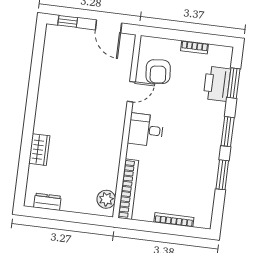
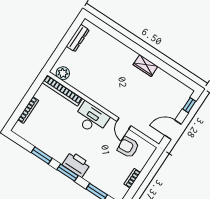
printer: (217, 84) -> (76, 164), moved
desk: (146, 130) -> (91, 118), width x1.37
wardrobe: (39, 150) -> (145, 66), moved
dresser: (47, 202) -> (78, 38), width x1.44

